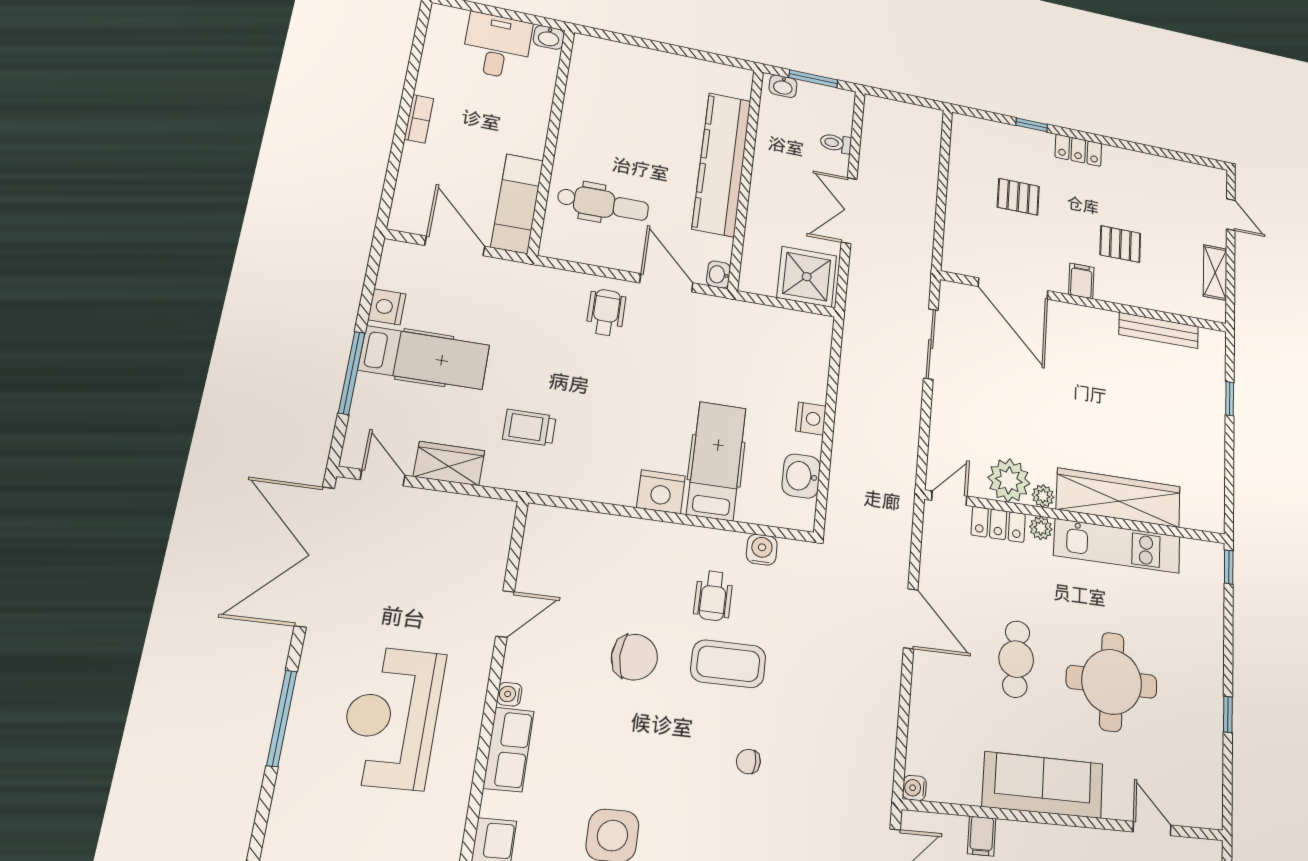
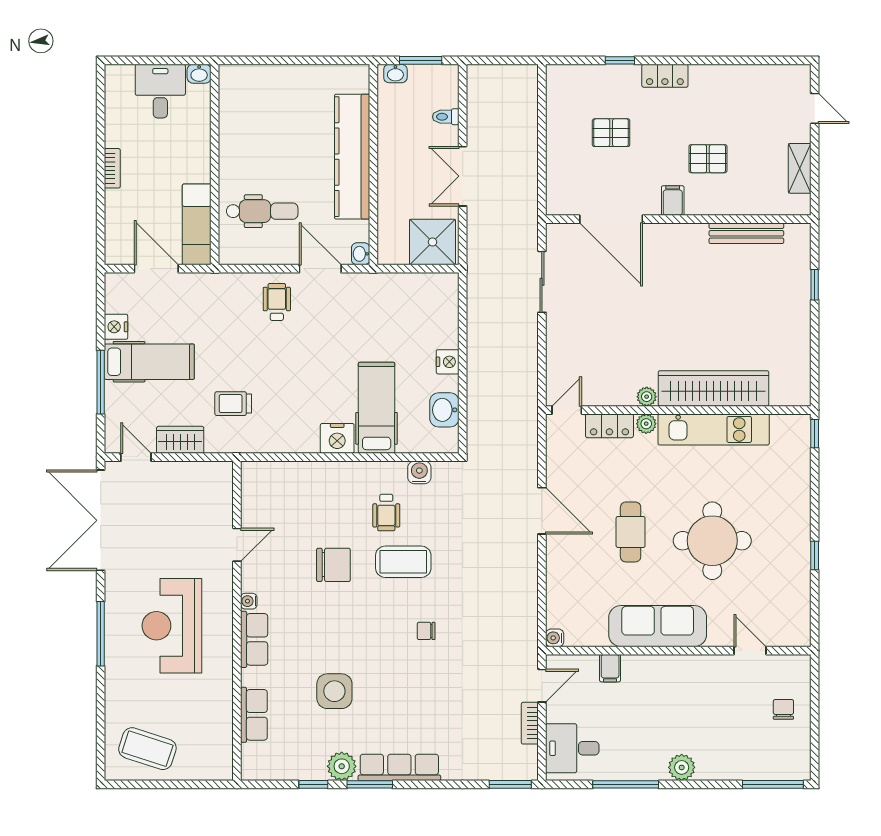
plant: (1009, 480) -> (617, 388), removed

